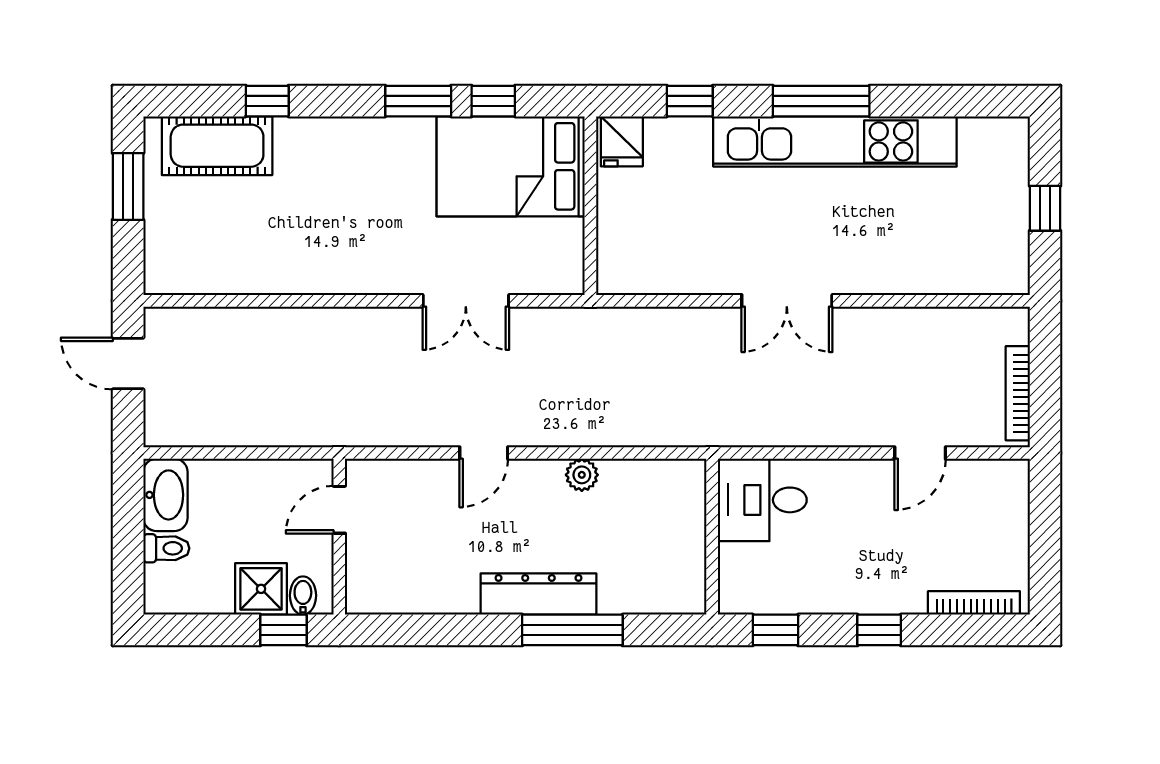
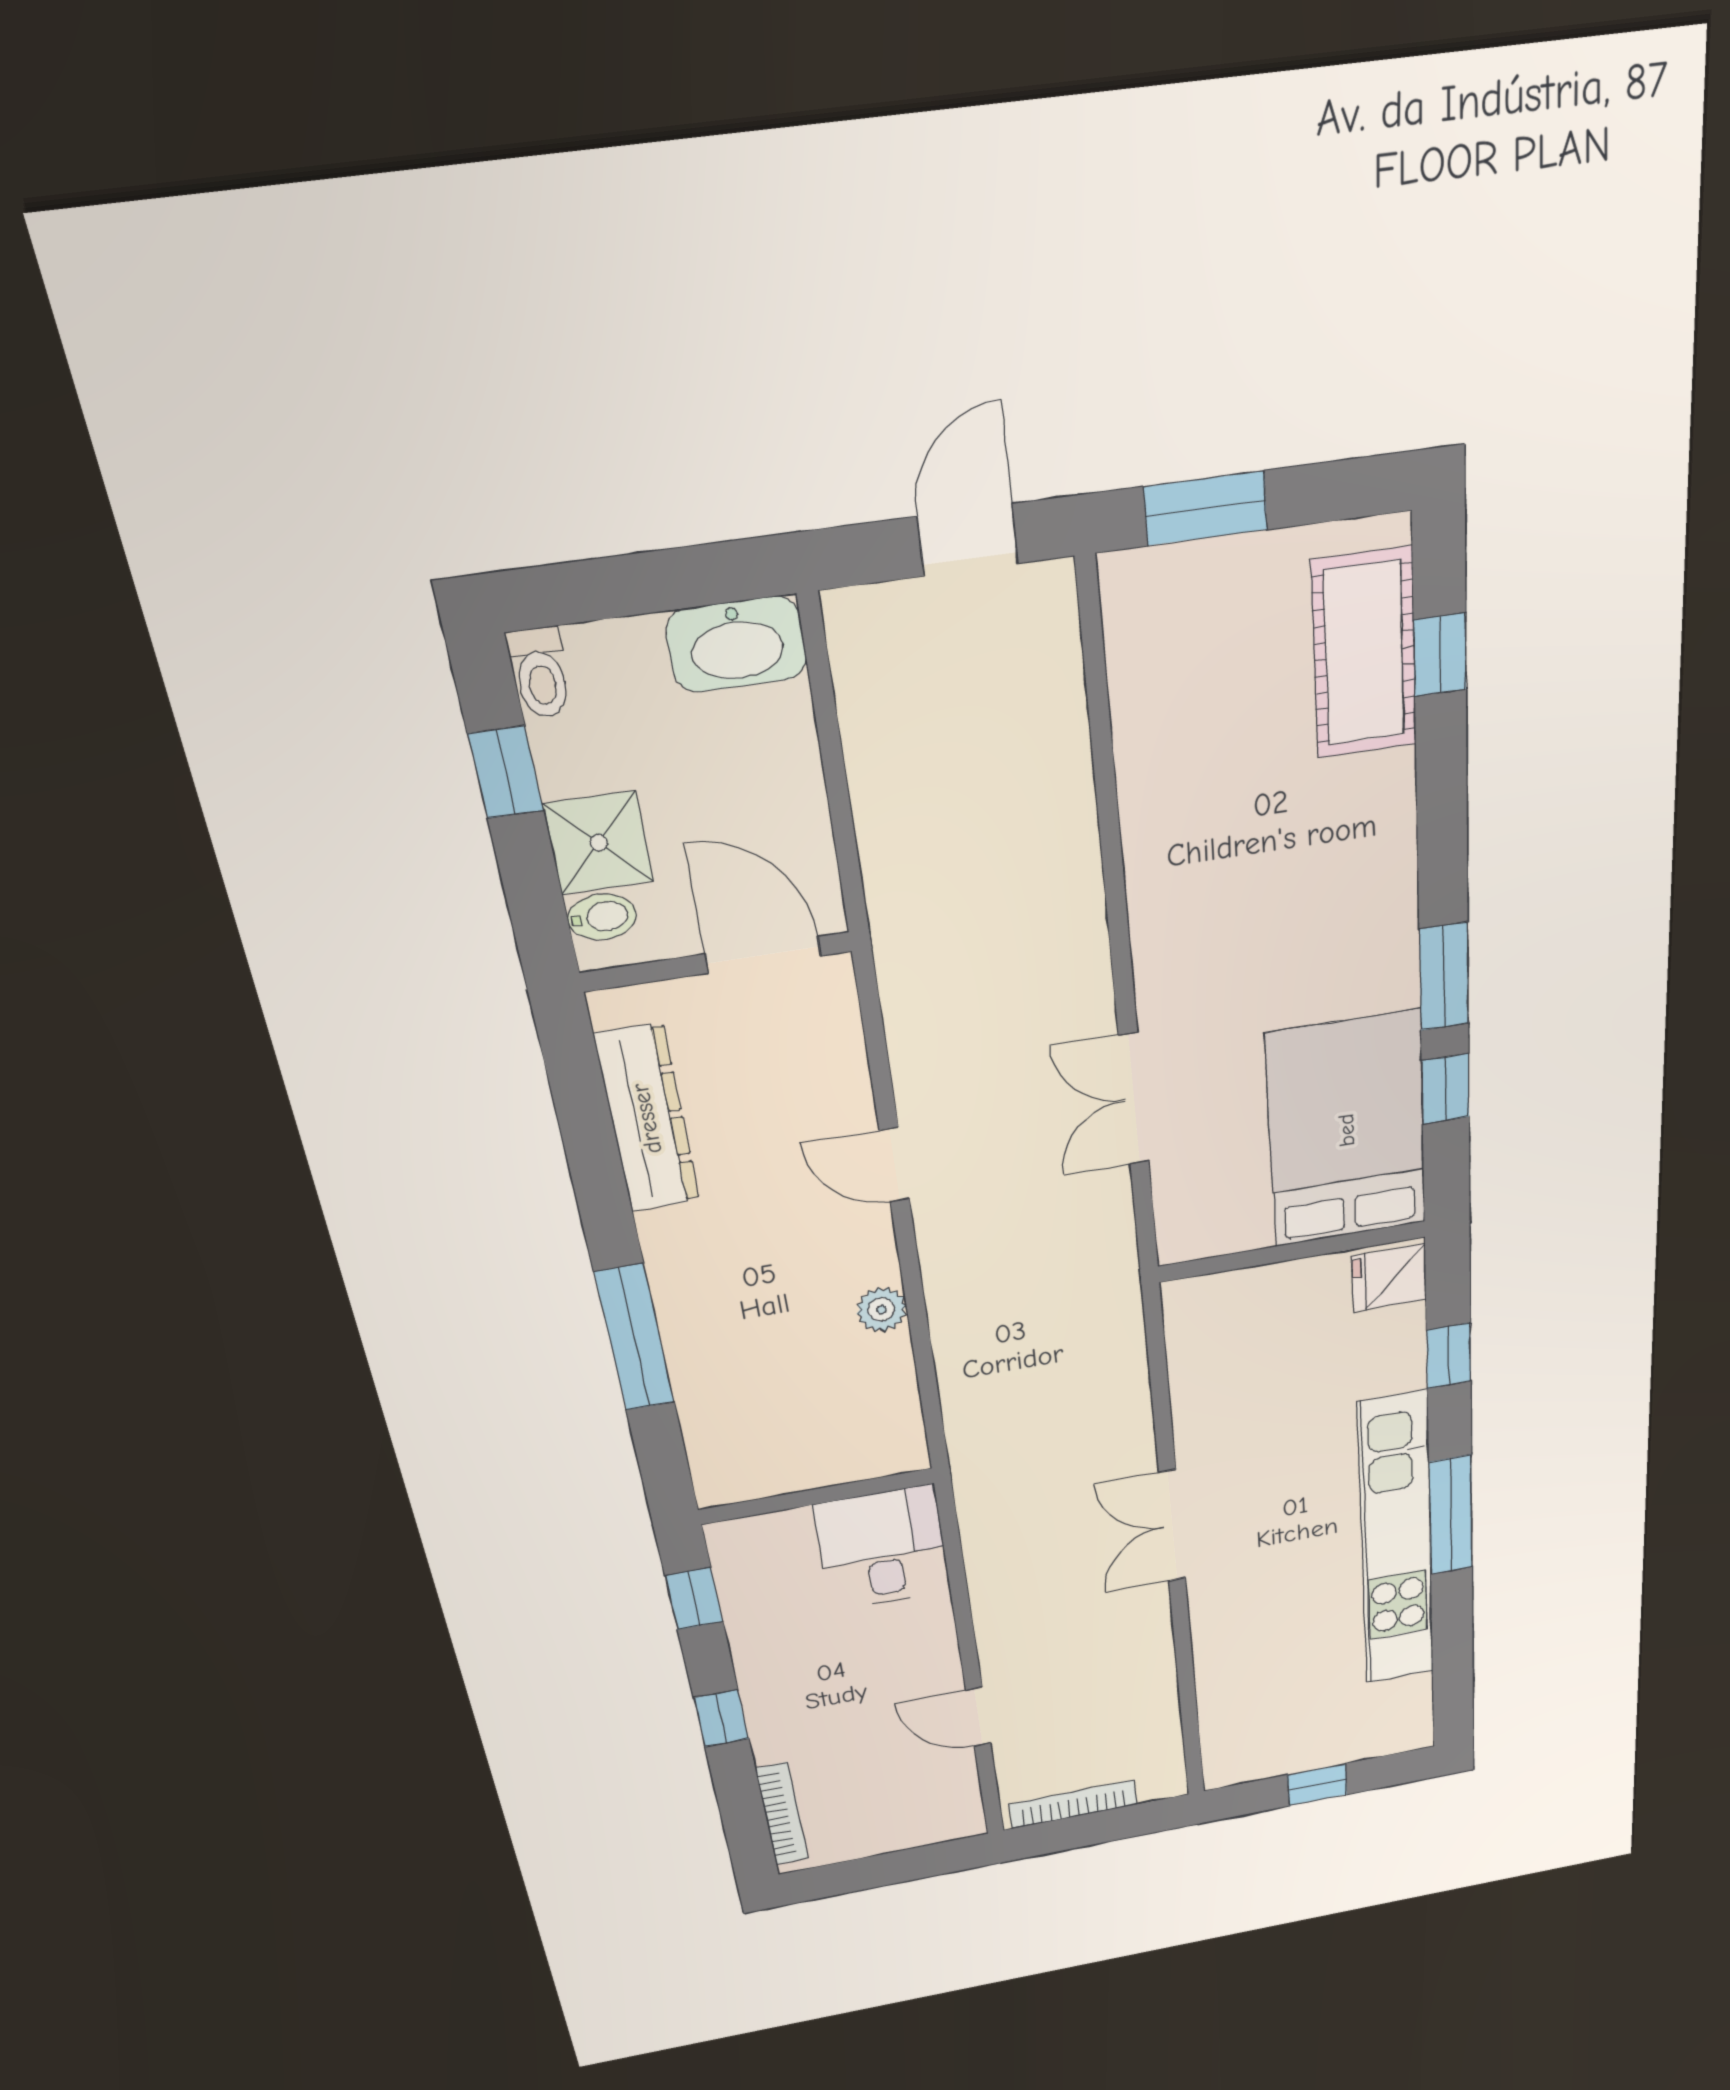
window: (267, 101) -> (1440, 655), moved
window: (128, 186) -> (1206, 508), moved
door: (339, 510) -> (763, 955), width x1.37
toilet: (166, 548) -> (540, 673), moved
dresser: (539, 594) -> (647, 1118), moved
window: (284, 630) -> (506, 772), moved

